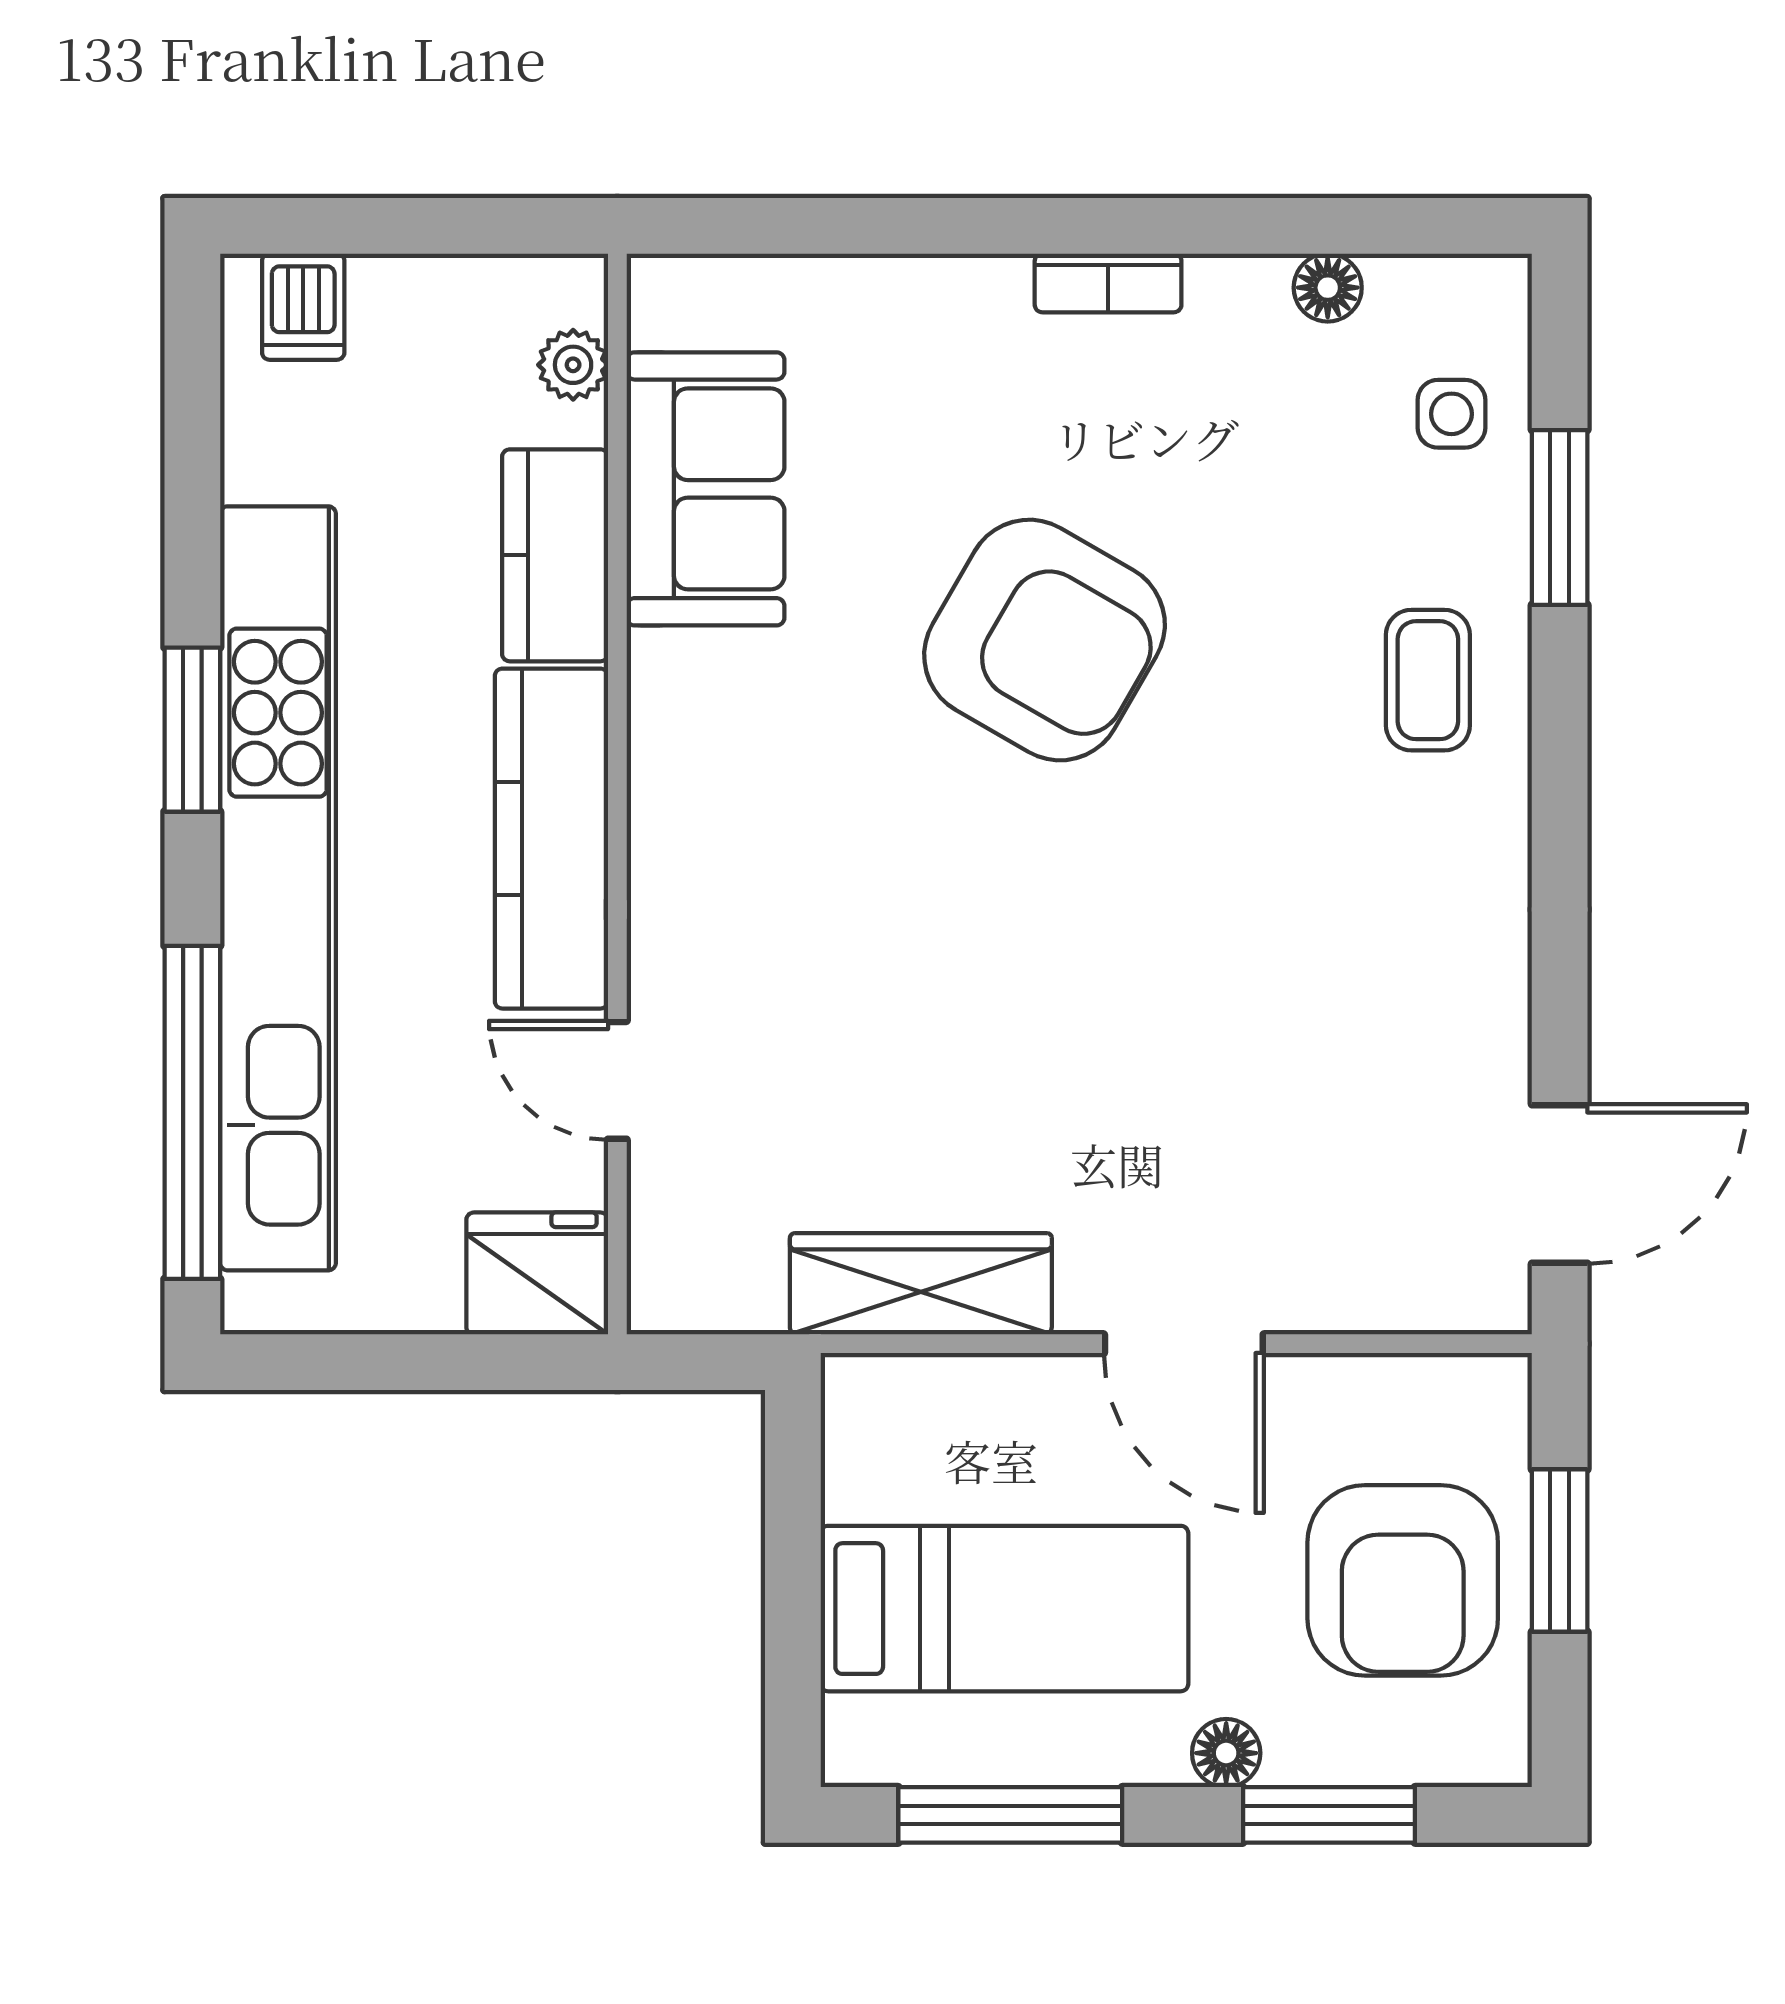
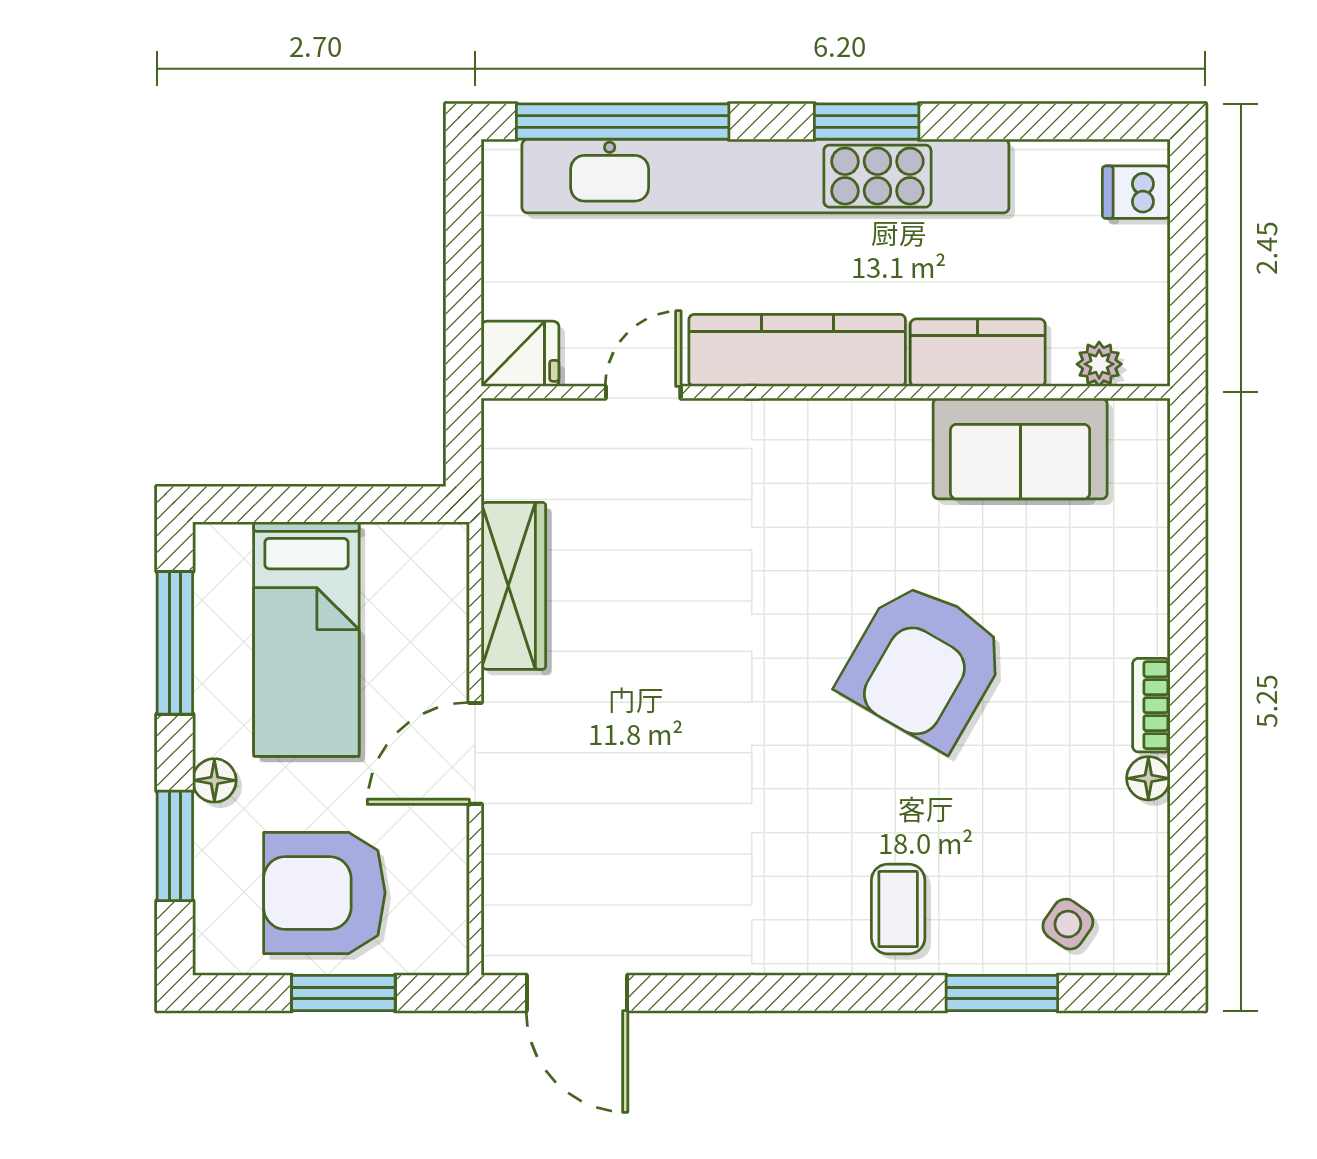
floor lamp: (1328, 288) -> (1148, 778), moved
side table: (1451, 414) -> (1068, 924), turned 35
coffee table: (1428, 680) -> (898, 909), turned 90
fridge: (537, 1273) -> (520, 354), width x0.72

